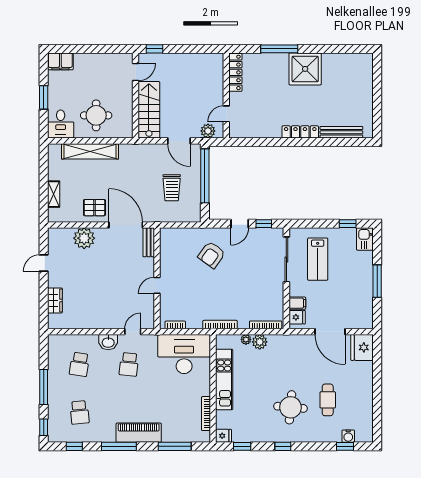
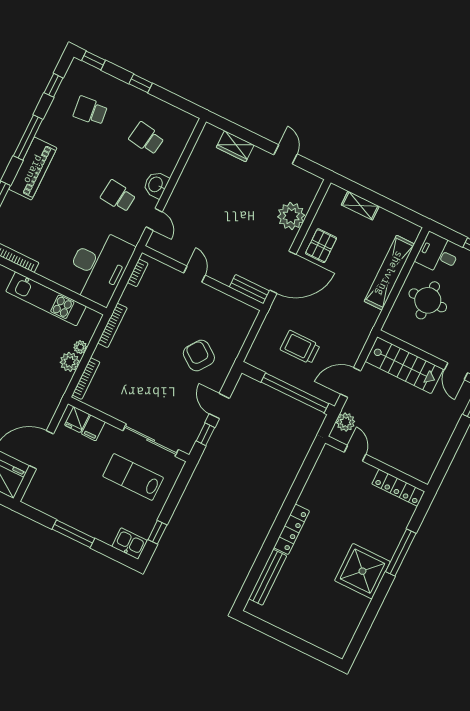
window: (44, 387) -> (141, 83), width x0.46

